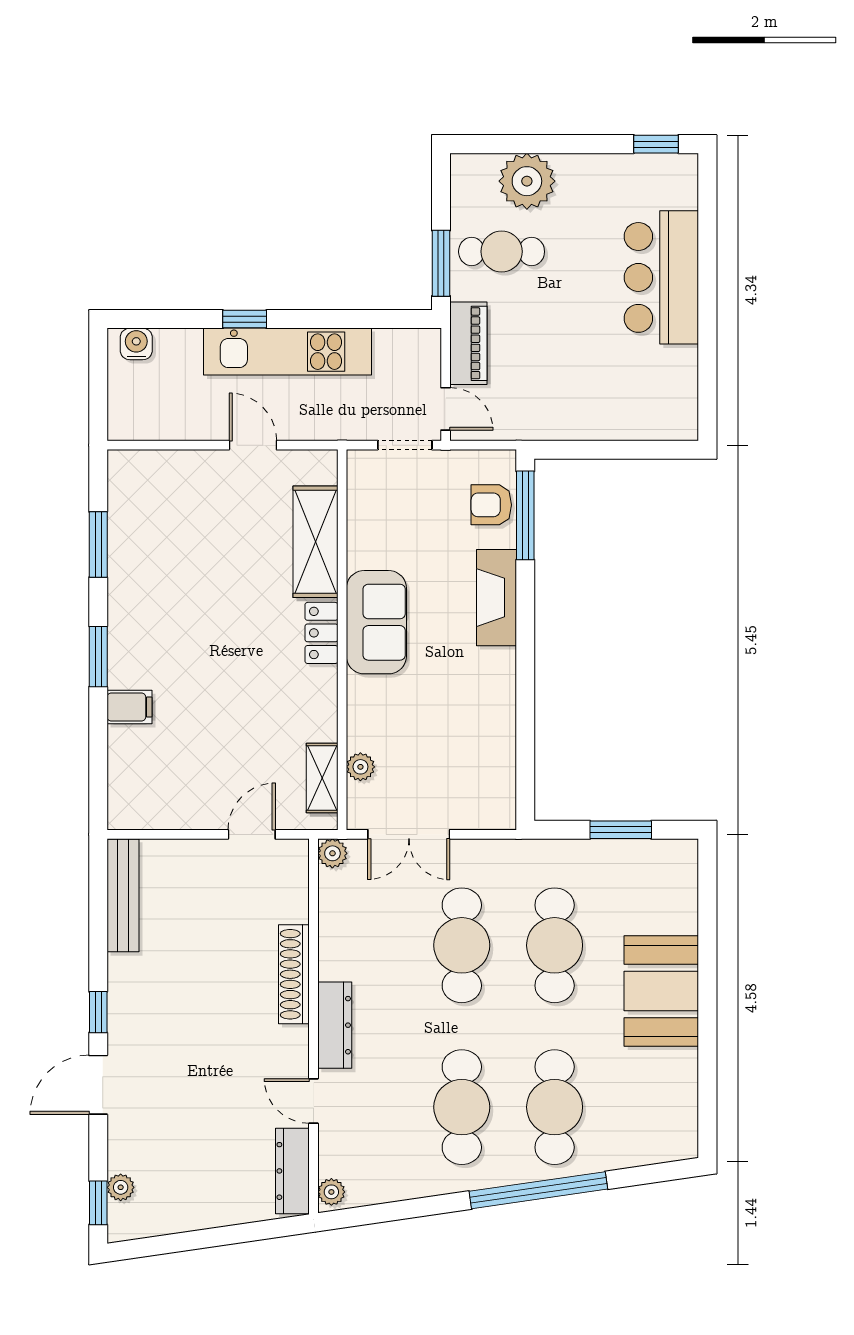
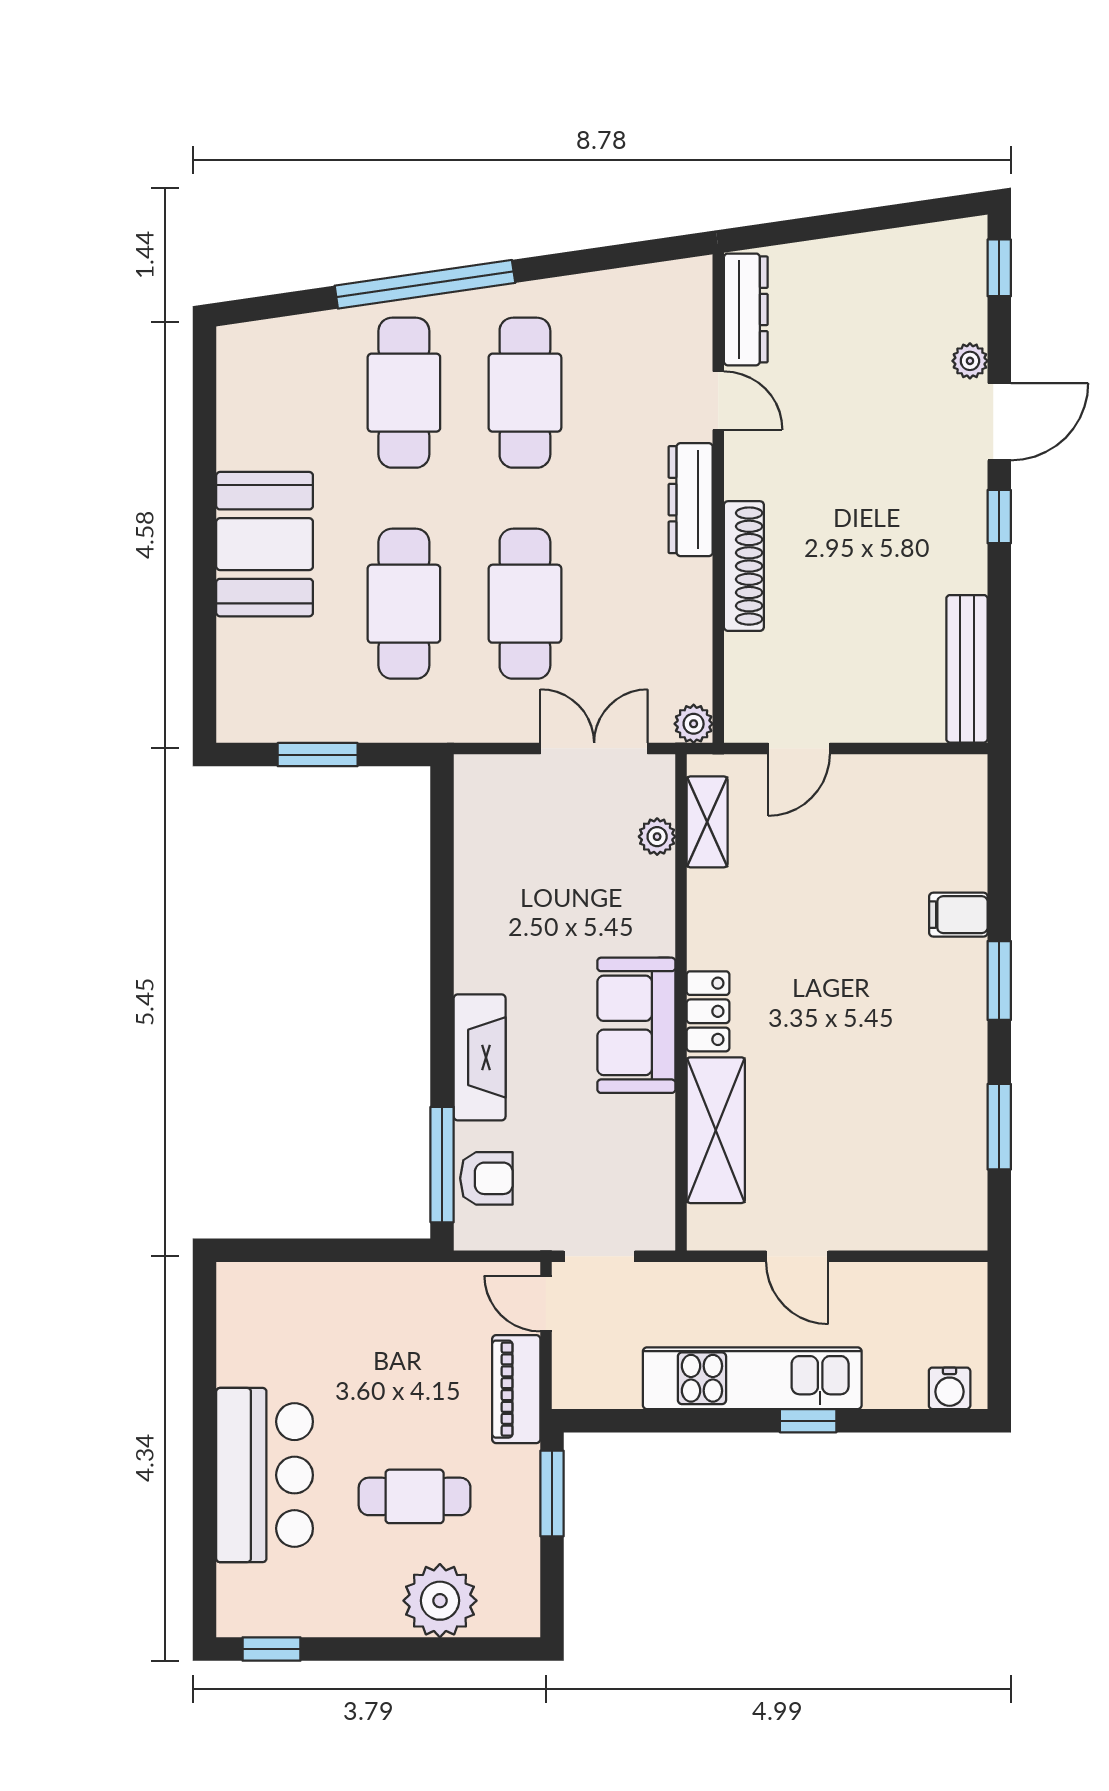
cafe table: (502, 252) -> (415, 1496), moved
plant: (121, 1187) -> (970, 361), moved
plant: (331, 1192) -> (695, 282), removed

